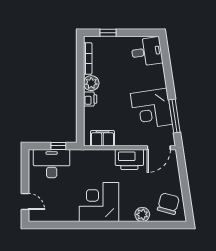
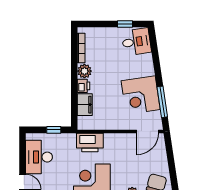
window: (108, 33) -> (125, 24), moved
filing cabinet: (102, 138) -> (85, 105), moved, turned 90
printer: (129, 159) -> (90, 142), moved
desk: (52, 164) -> (39, 157), moved, turned -90

